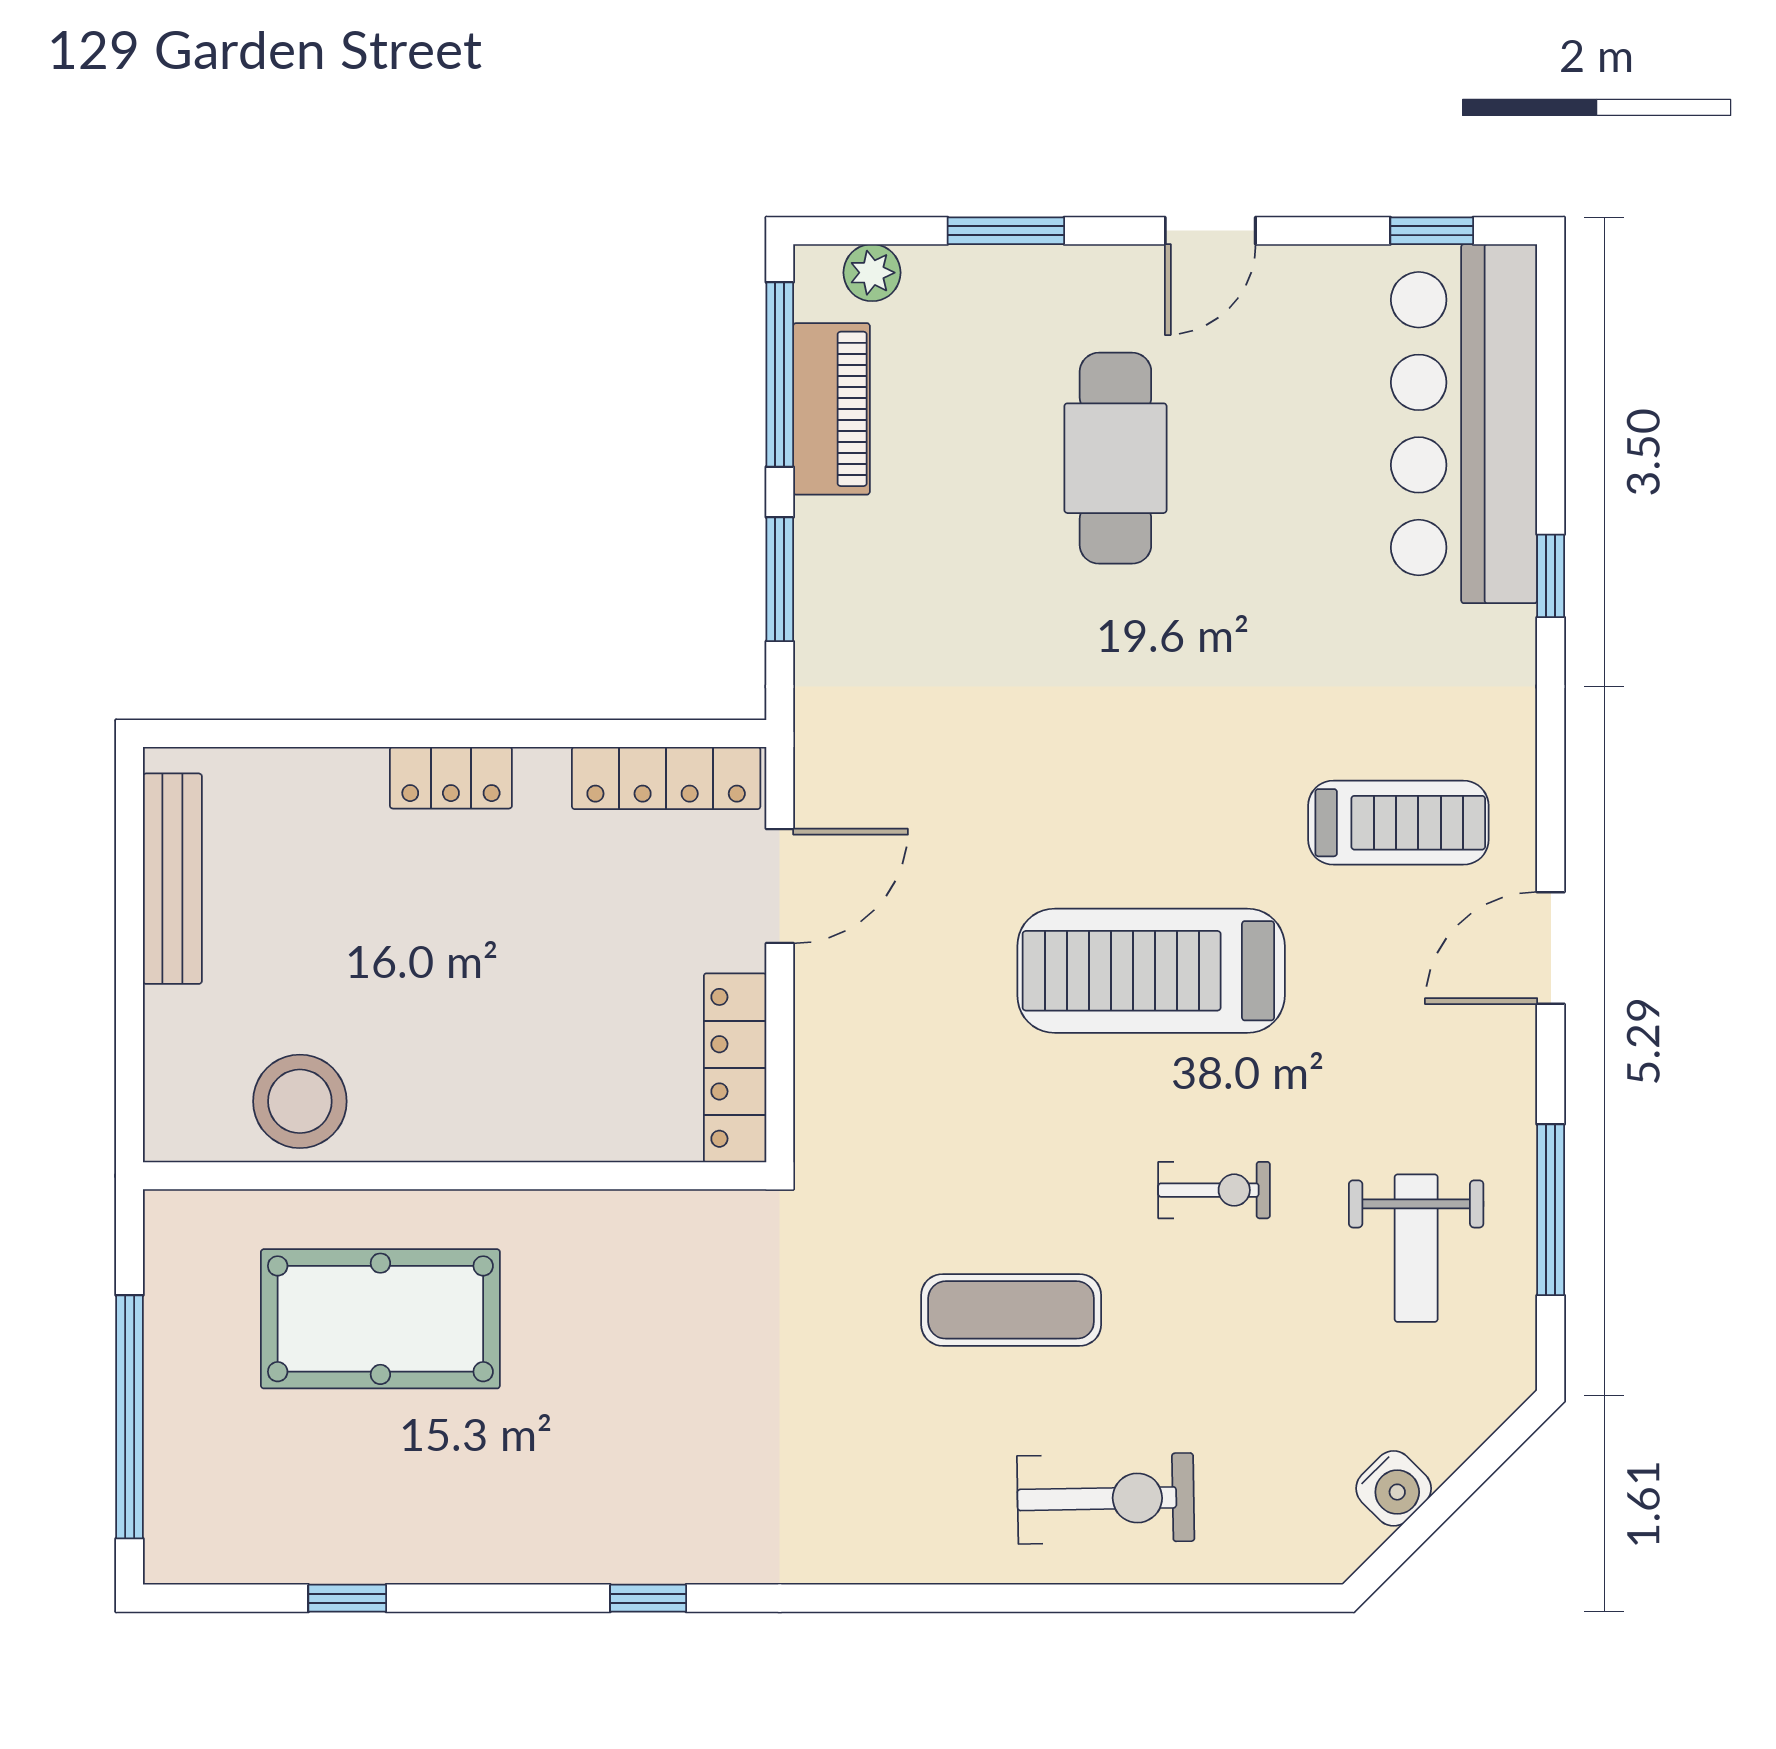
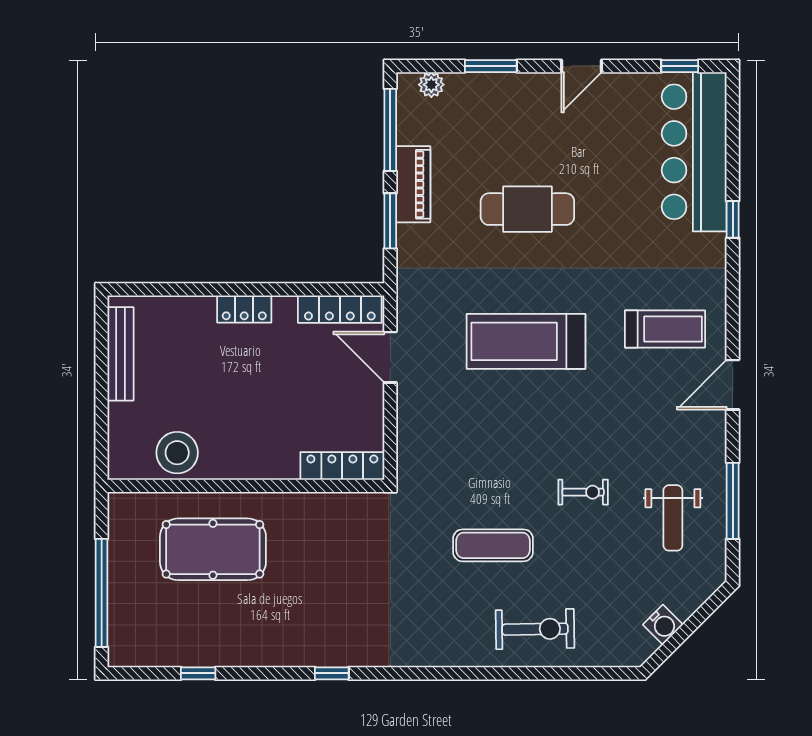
piano: (831, 409) -> (413, 184), moved
cafe table: (1115, 458) -> (527, 209), moved, turned 90
door: (780, 886) -> (390, 357), swing flipped
treadmill: (1151, 971) -> (526, 341), moved
locker: (735, 1068) -> (342, 466), moved, turned 90

